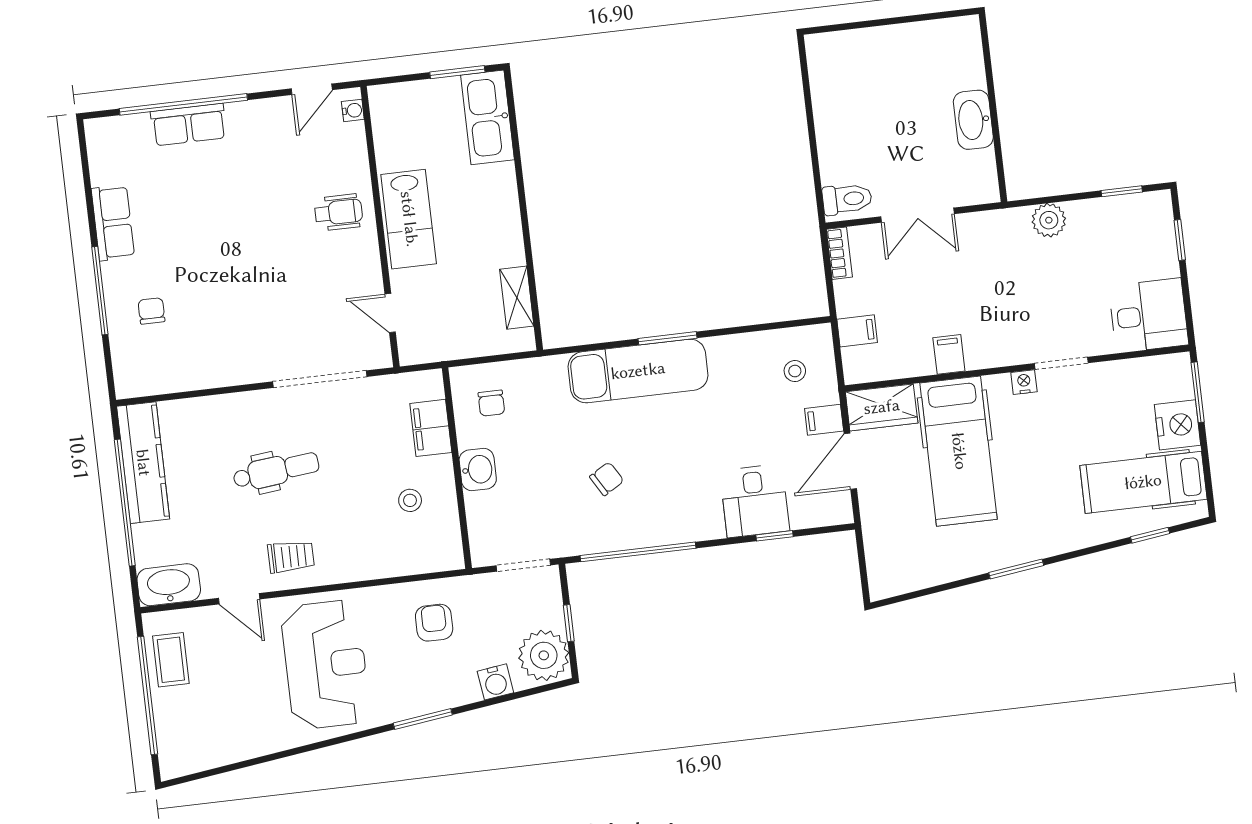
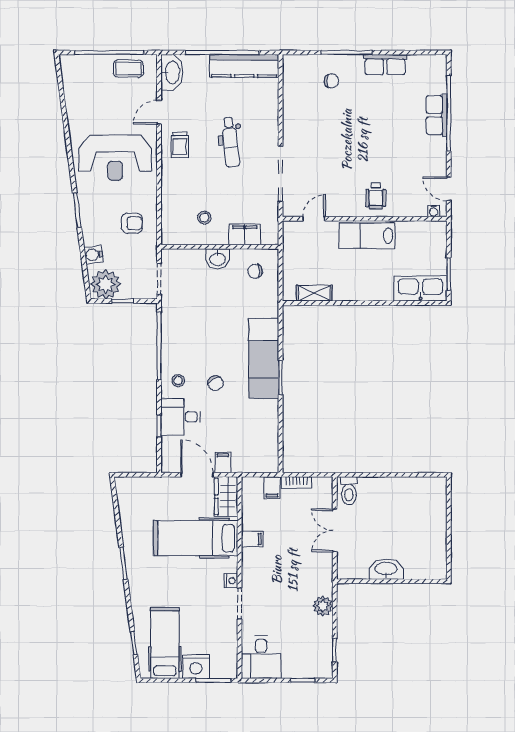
bookcase: (839, 253) -> (296, 483), moved
stool: (795, 371) -> (178, 381), moved
chair: (607, 479) -> (215, 383), moved

